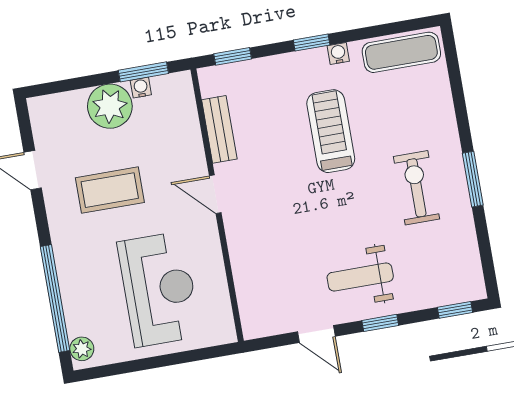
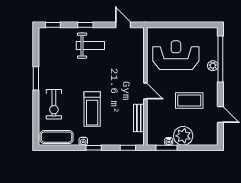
exercise bike: (416, 188) -> (54, 104), moved
reception desk: (159, 289) -> (176, 55), turned 90
door: (316, 334) -> (123, 25), moved
plant: (82, 349) -> (213, 66), moved

